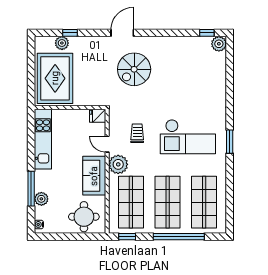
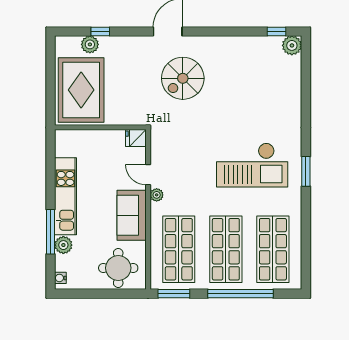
trolley: (137, 133) -> (187, 161), removed
kitchen unit: (43, 139) -> (66, 196), moved
plant: (118, 164) -> (157, 195), width x0.53, depth x0.53
window: (127, 237) -> (174, 294), width x1.50

